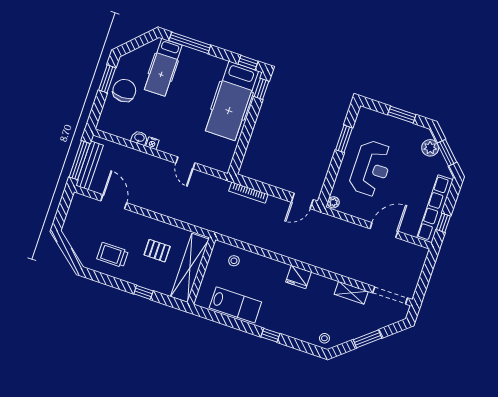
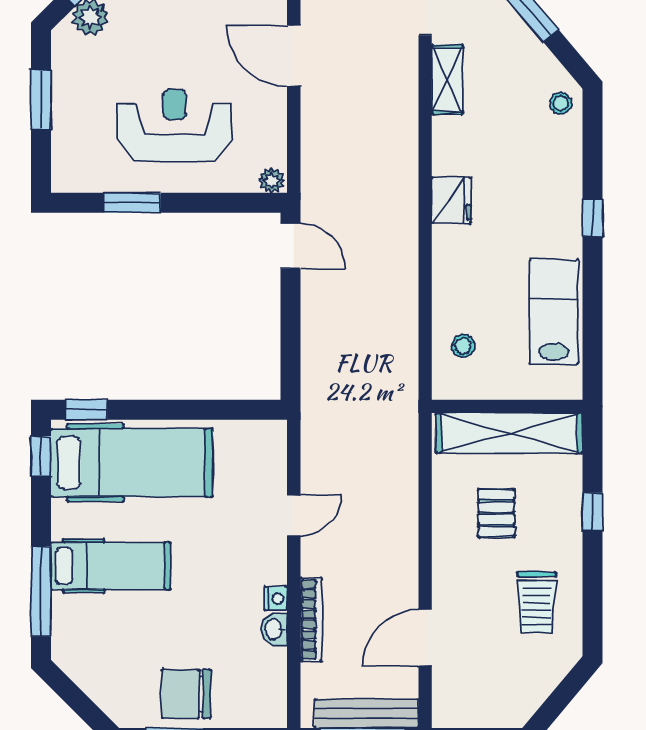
hospital bed: (163, 67) -> (110, 566), moved
bookcase: (248, 193) -> (311, 620), moved

